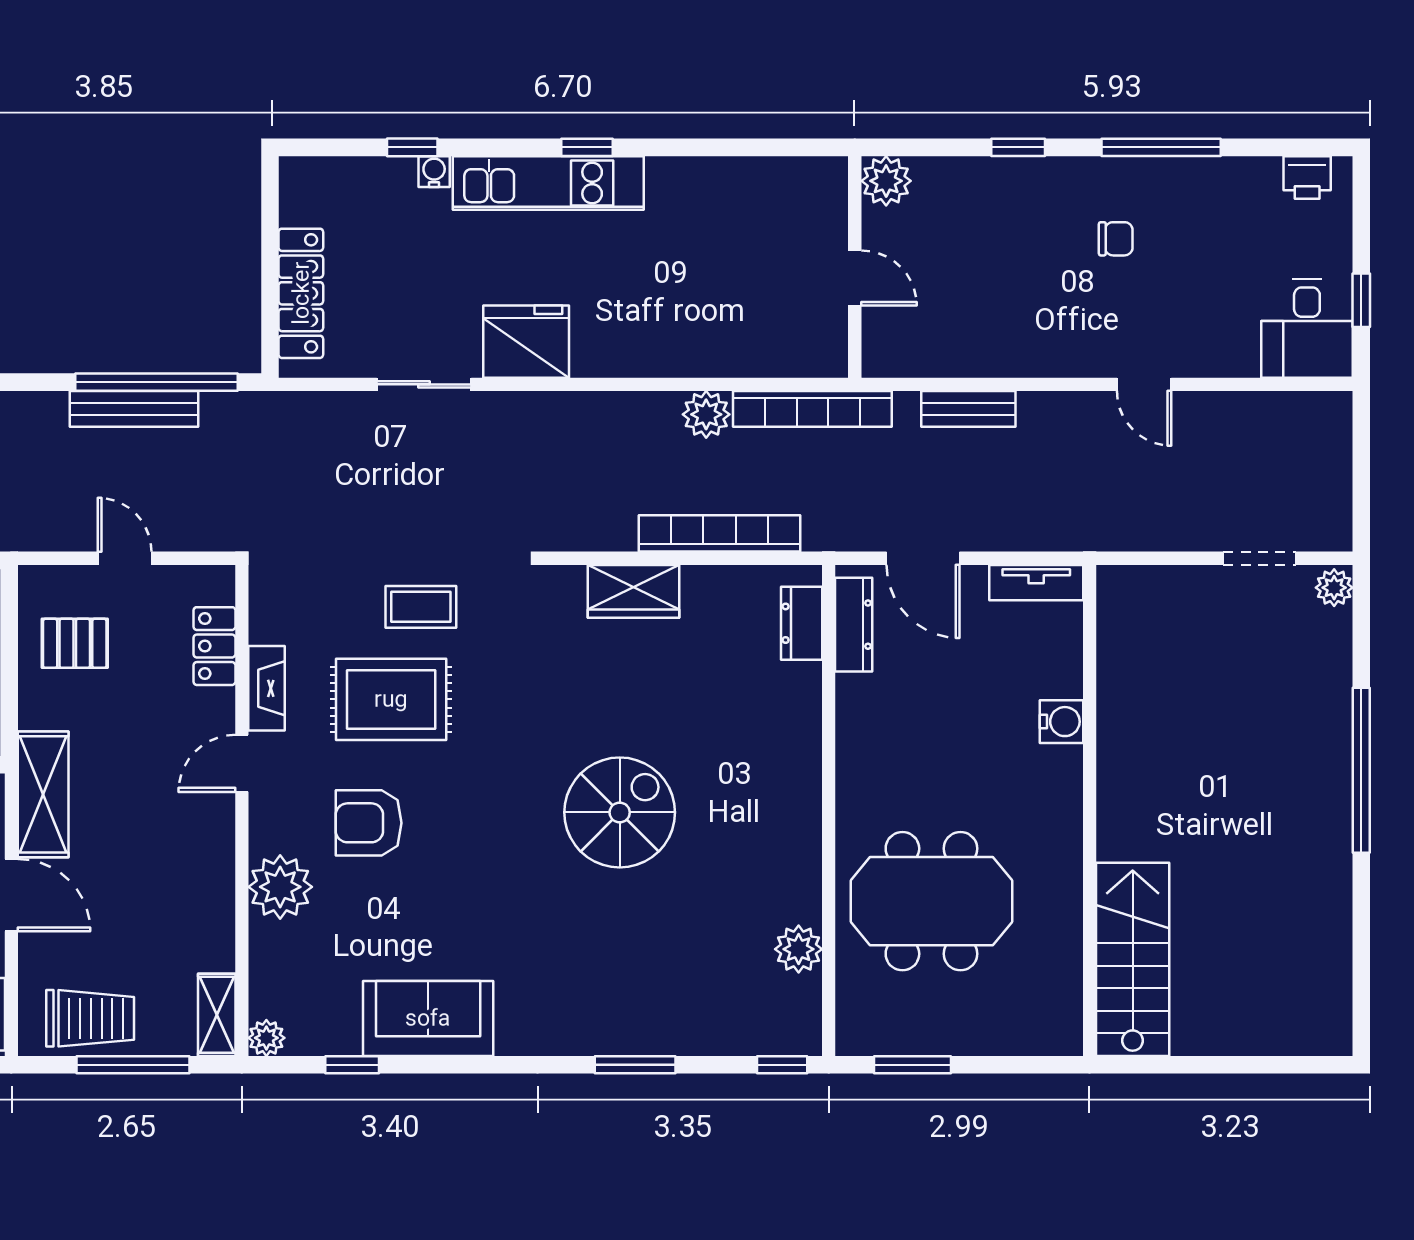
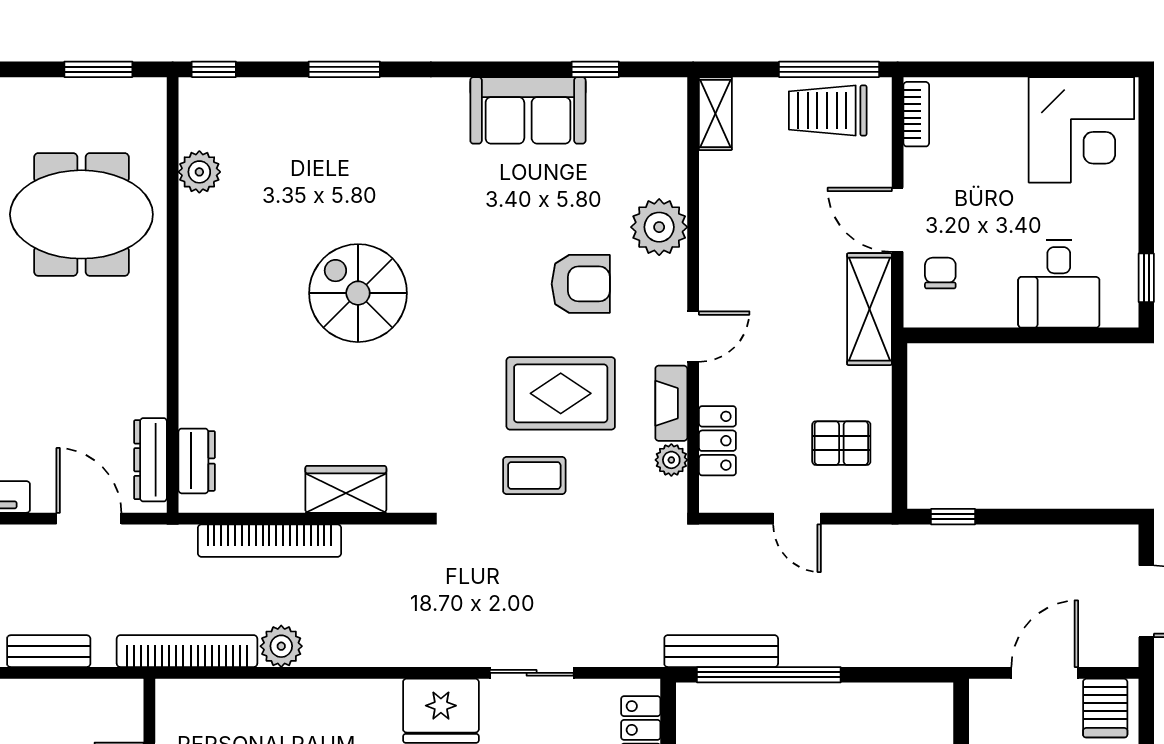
bench: (134, 409) -> (721, 651), moved
spiral stairs: (620, 812) -> (358, 293), turned 90
plant: (266, 1038) -> (671, 460), moved
window: (133, 1065) -> (829, 69), moved

